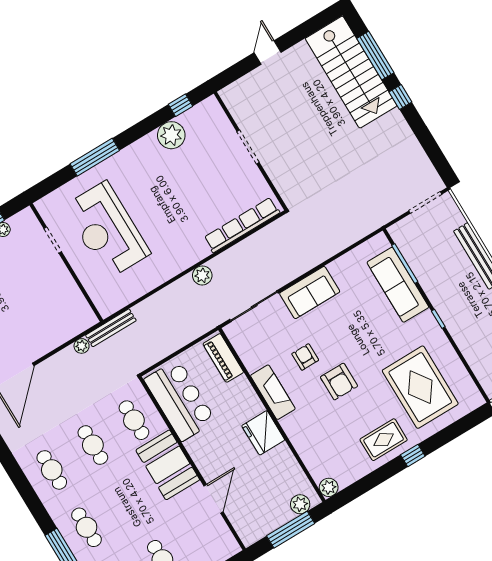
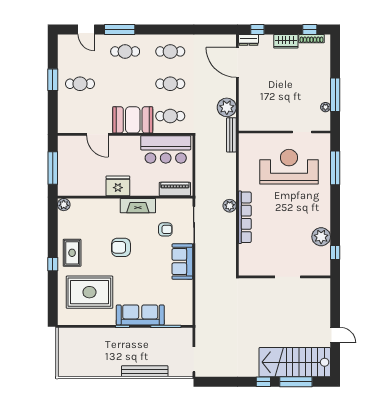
door: (268, 52) -> (335, 335), moved
window: (95, 157) -> (335, 168), moved
row of seats: (242, 225) -> (245, 217), moved
sofa: (398, 285) -> (140, 315), moved
plant: (82, 346) -> (227, 107), width x1.87, depth x1.87
armchair: (305, 357) -> (165, 229), moved
plant: (300, 504) -> (64, 182), removed

